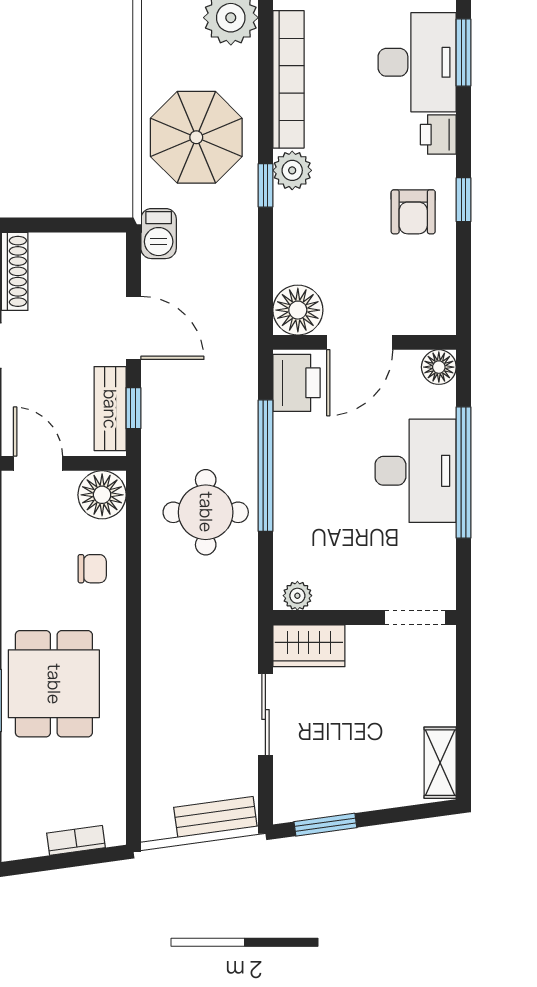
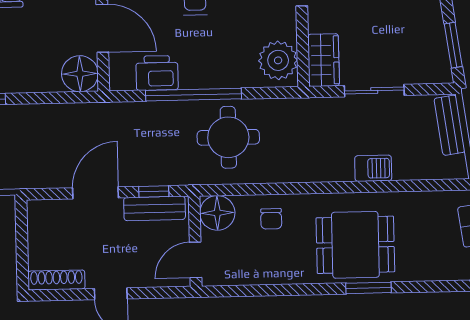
barbecue: (159, 234) -> (373, 168), moved
printer: (296, 383) -> (157, 73), moved
chair: (92, 569) -> (271, 219), turned 180
plant: (297, 596) -> (278, 60), width x1.87, depth x1.87

